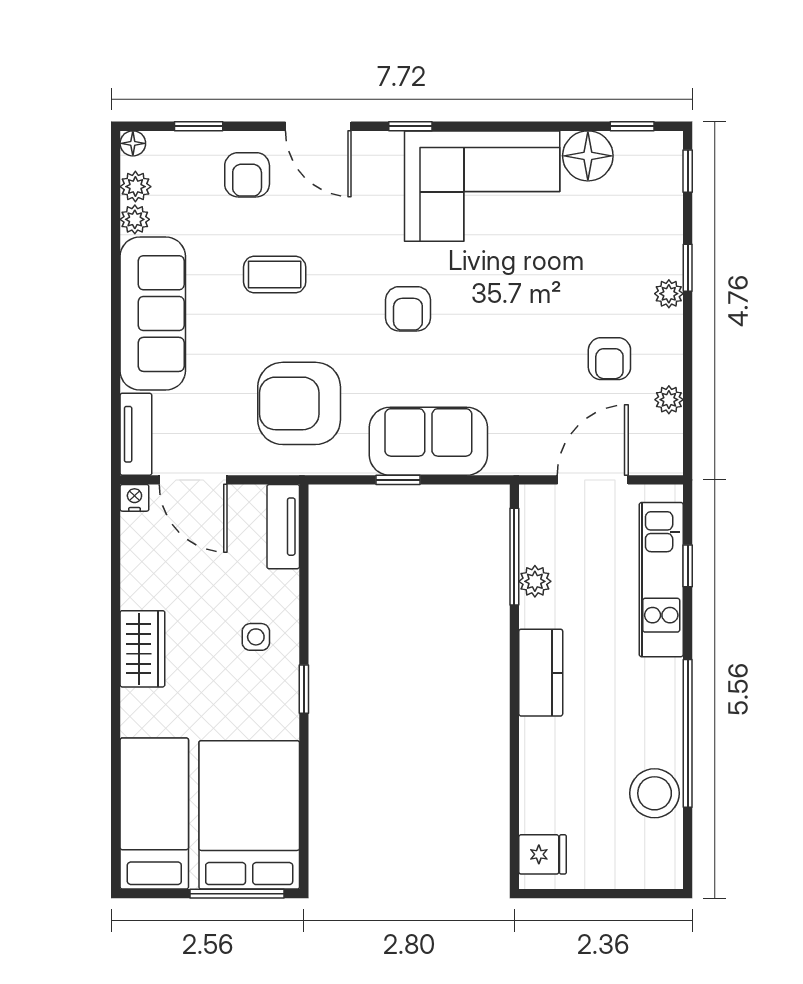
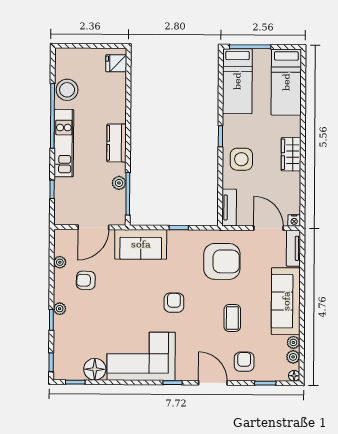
coffee table: (275, 274) -> (232, 318), turned 90
armchair: (609, 359) -> (86, 280), turned -88
sofa: (428, 441) -> (141, 244), moved
kitchen unit: (661, 580) -> (64, 143), moved
side table: (256, 637) -> (241, 159), width x1.87, depth x1.87
bed: (249, 815) -> (237, 81), width x0.67

